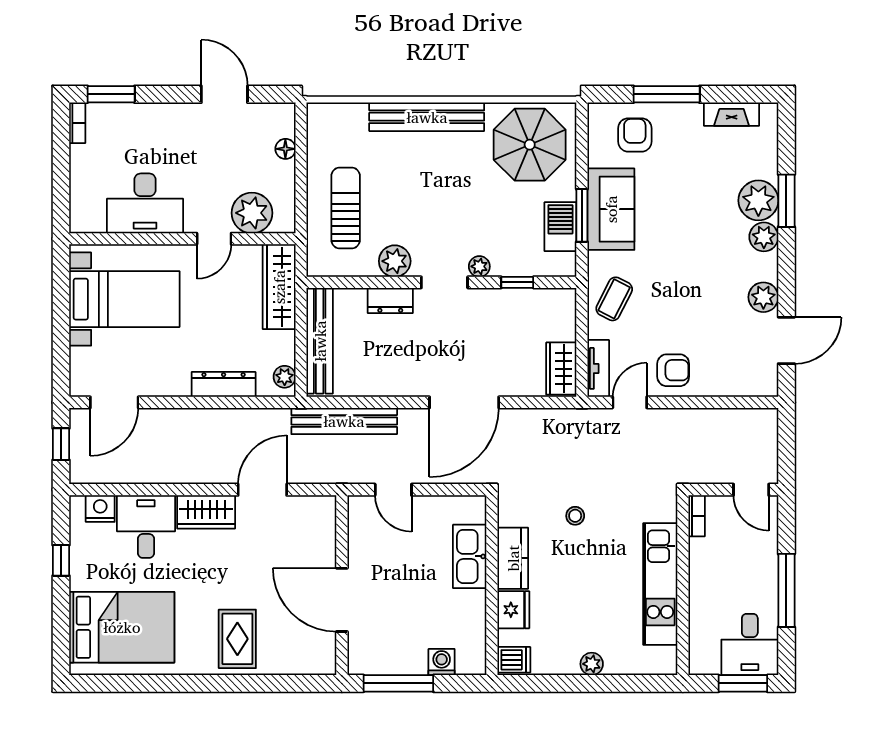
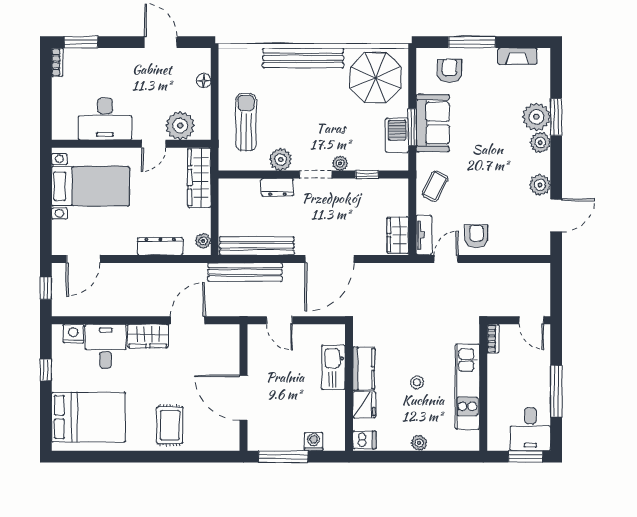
bench: (320, 341) -> (257, 246), moved, turned 90
armchair: (673, 370) -> (476, 236), turned -90
stool: (575, 516) -> (417, 382), moved

